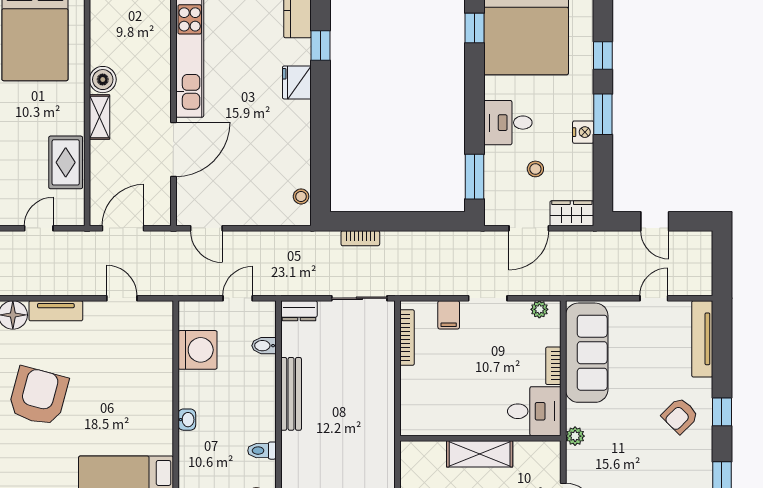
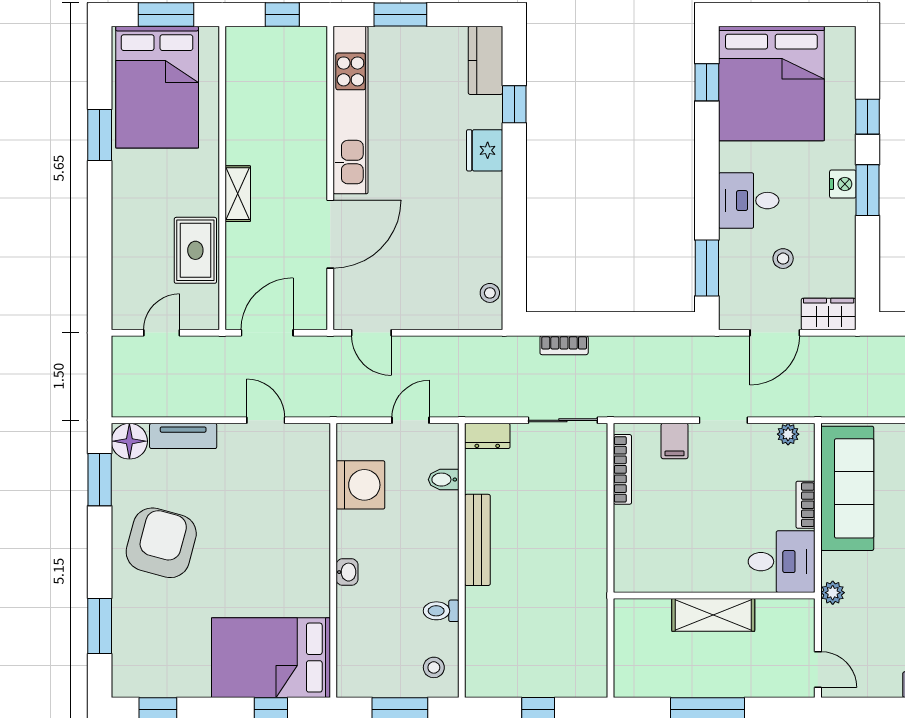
boiler: (103, 80) -> (242, 147), removed
nightstand: (583, 132) -> (843, 184), moved

